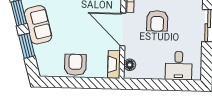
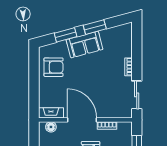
door: (123, 30) -> (82, 120), hinge flipped
armchair: (75, 65) -> (54, 67), moved

